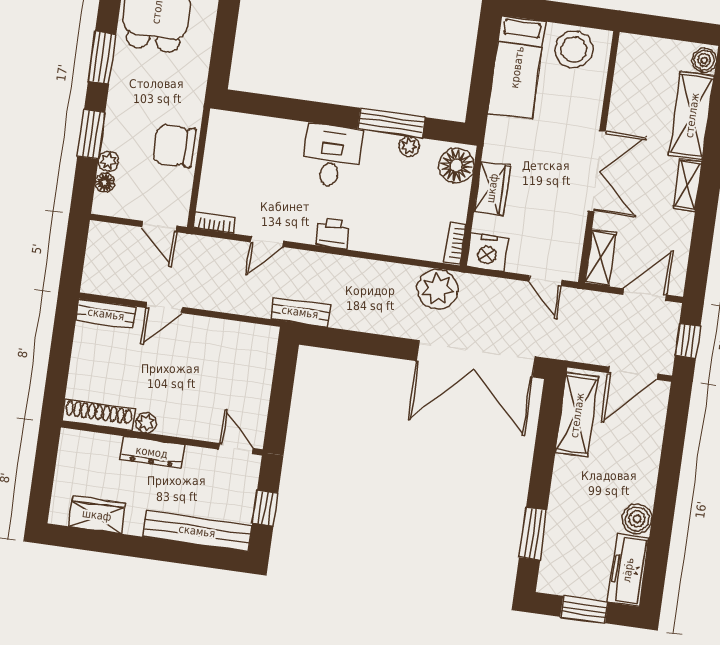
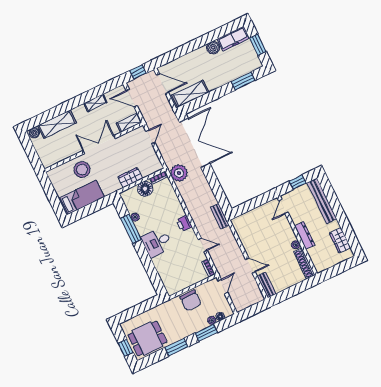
stool: (574, 49) -> (82, 170), moved
floor lamp: (456, 165) -> (145, 189), moved
shelving: (687, 185) -> (95, 103), moved
nightstand: (487, 252) -> (154, 164), removed

